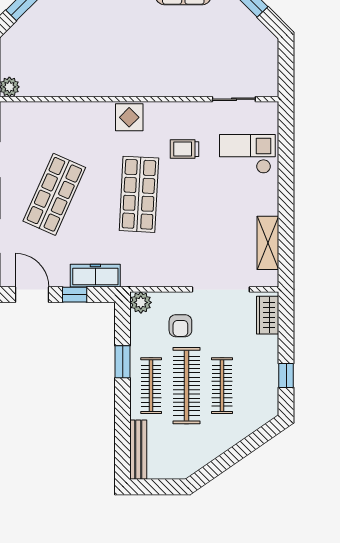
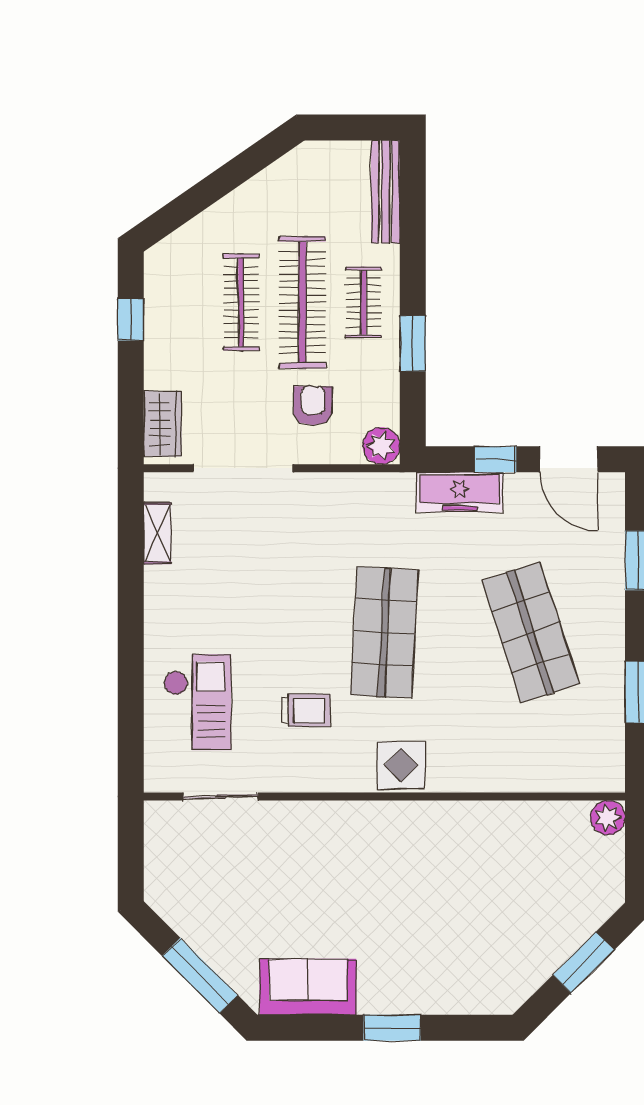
checkout: (247, 154) -> (197, 702), turned -90
shop shelf: (54, 194) -> (530, 632), turned -42
shelving: (268, 243) -> (157, 533), width x0.67, depth x0.75
clothes rail: (151, 386) -> (364, 302), width x0.73

